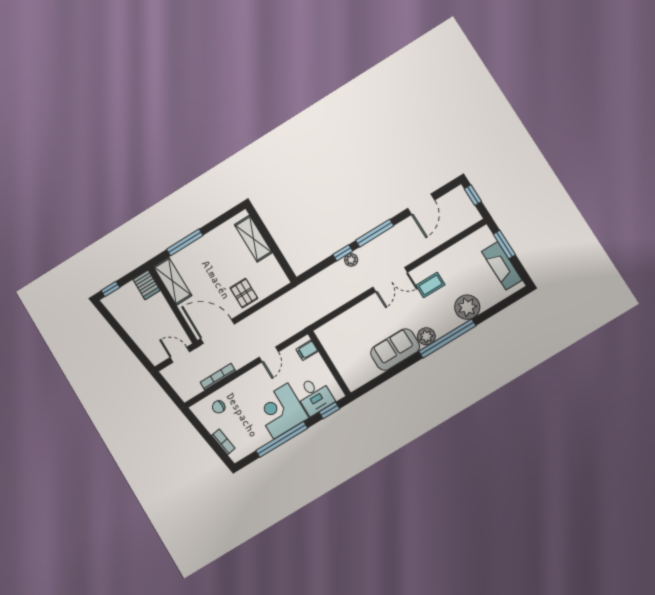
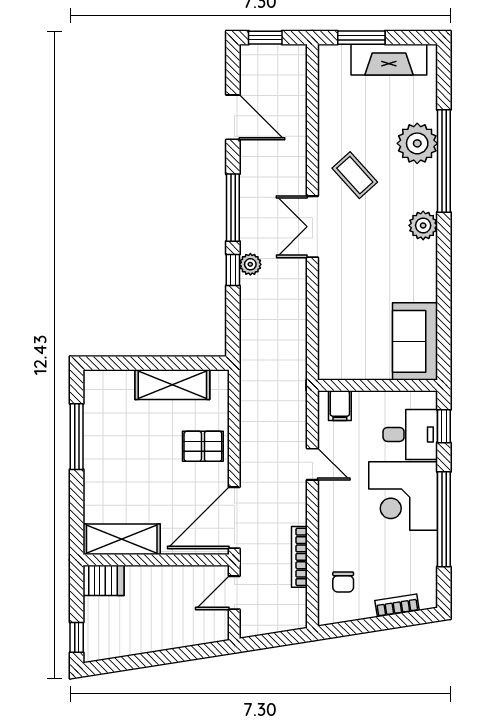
shelving: (253, 239) -> (172, 385), moved
window: (185, 242) -> (77, 437), moved
double door: (390, 280) -> (312, 227), swing flipped
coffee table: (430, 285) -> (355, 175), turned -42
window: (447, 338) -> (444, 161), moved
sofa: (395, 350) -> (415, 341), moved

